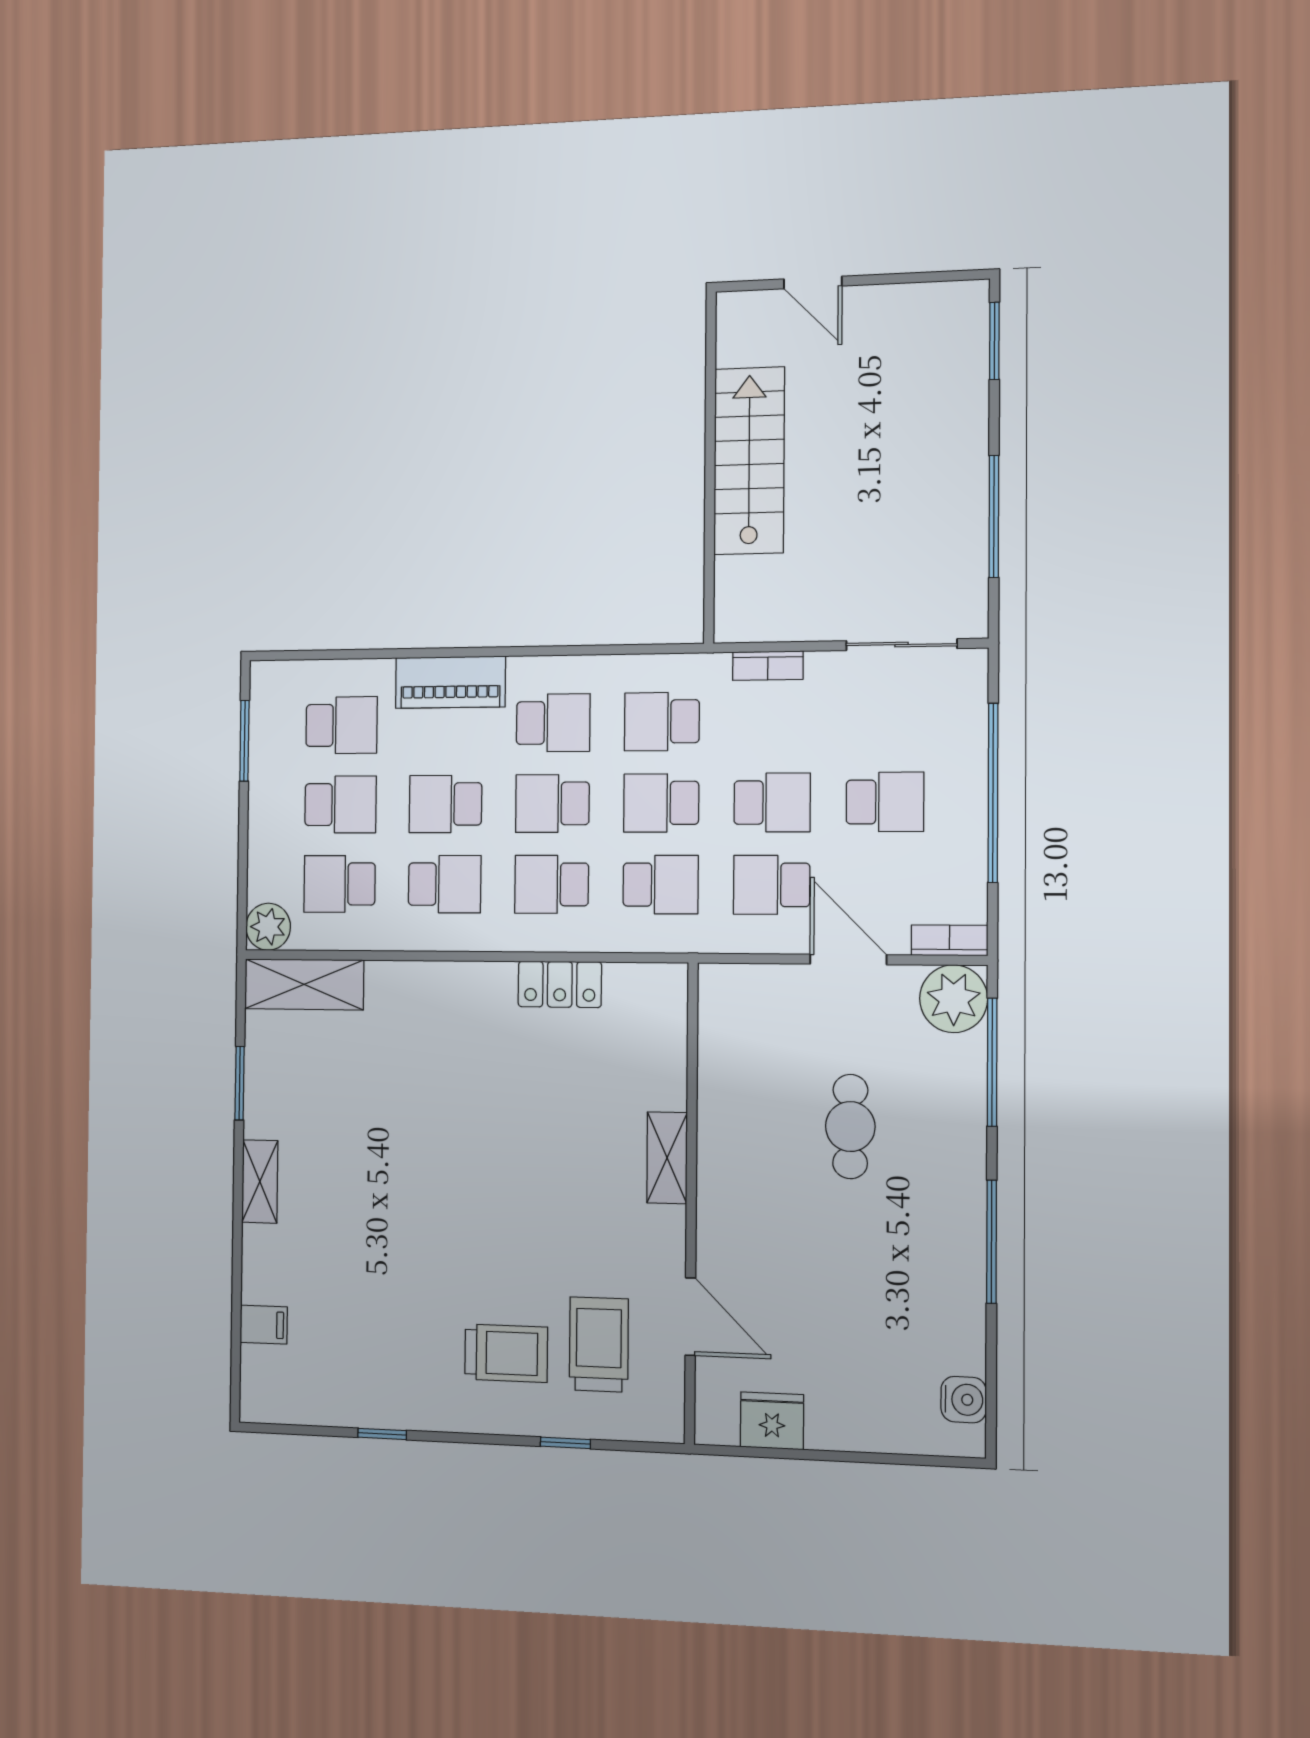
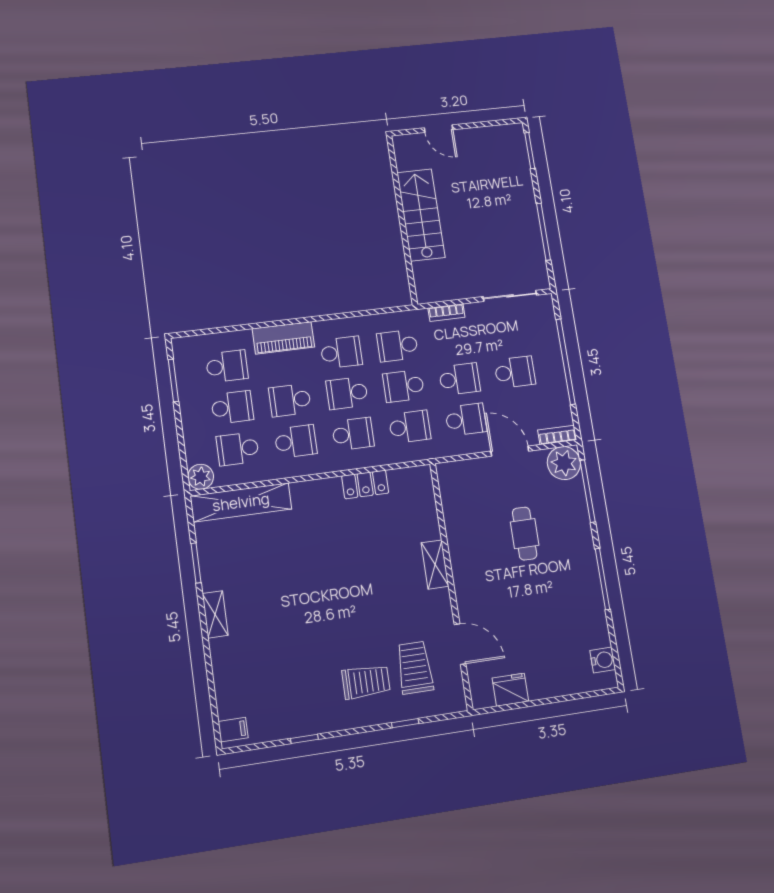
school desk: (552, 884) -> (353, 434), turned 180
school desk: (772, 885) -> (466, 420), turned 180
shelving: (304, 984) -> (241, 502), width x1.47
filing cabinet: (264, 1325) -> (233, 730), moved

